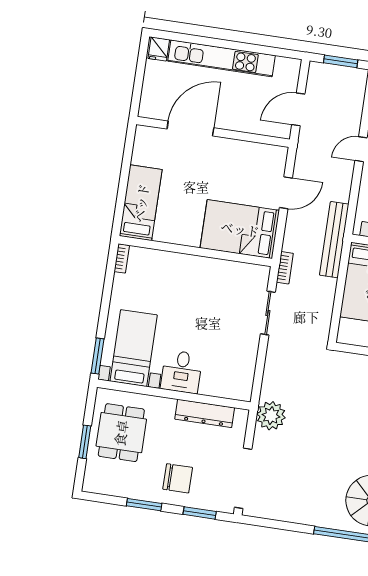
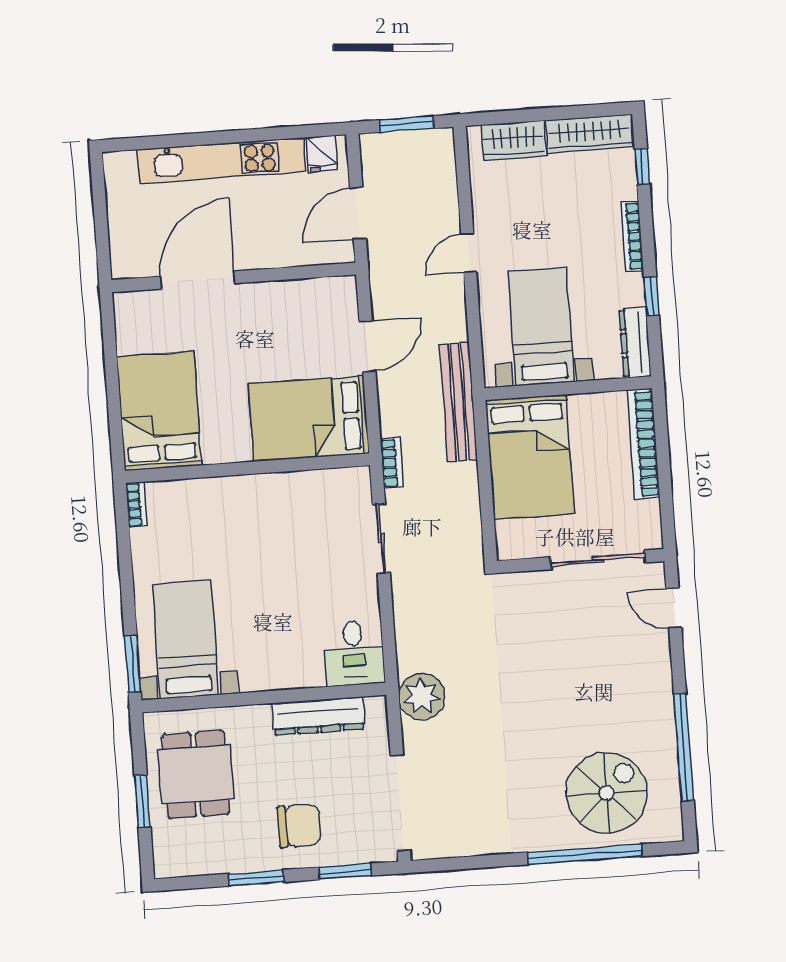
fridge: (159, 49) -> (322, 154), moved
bed: (141, 203) -> (159, 411), width x1.50
desk: (182, 372) -> (354, 653), moved

